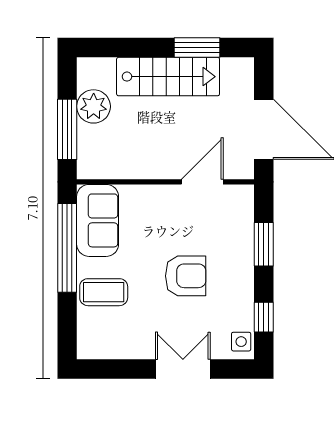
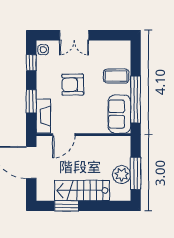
window: (67, 129) -> (136, 173), moved
fireplace: (241, 217) -> (43, 116), added

